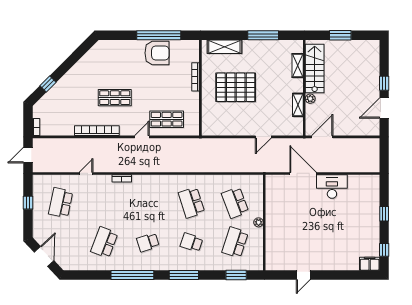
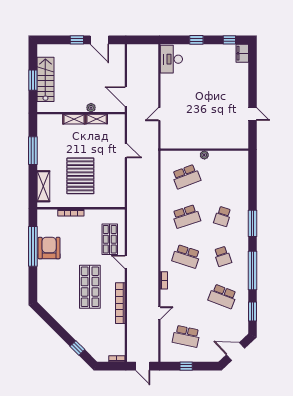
shelving: (298, 65) -> (74, 119), moved
stairs: (315, 69) -> (45, 79), moved, turned 90
shop shelf: (115, 98) -> (90, 287), width x1.43, depth x1.36
door: (86, 173) -> (159, 313), swing flipped
door: (303, 173) -> (159, 114), width x0.53
desk: (332, 187) -> (171, 59), moved
school desk: (235, 242) -> (186, 256), moved
window: (236, 275) -> (252, 311), moved

